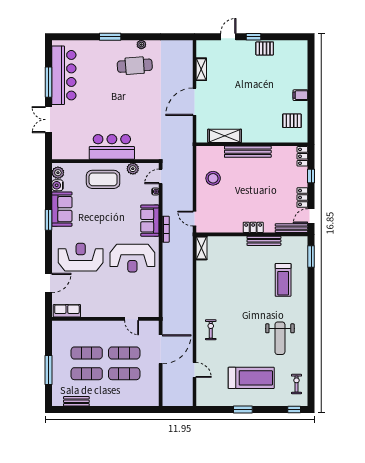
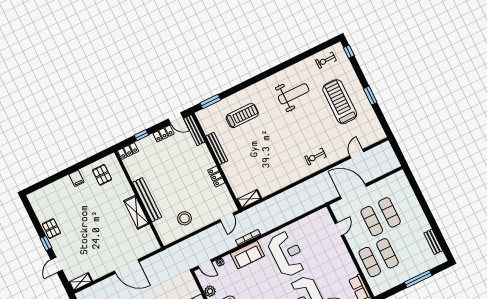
door: (228, 37) -> (57, 265), hinge flipped
shelving: (201, 69) -> (81, 282), moved
shelving: (225, 136) -> (136, 212), moved
locker: (253, 227) -> (216, 176), moved
exercise mat: (87, 374) -> (370, 262), moved

